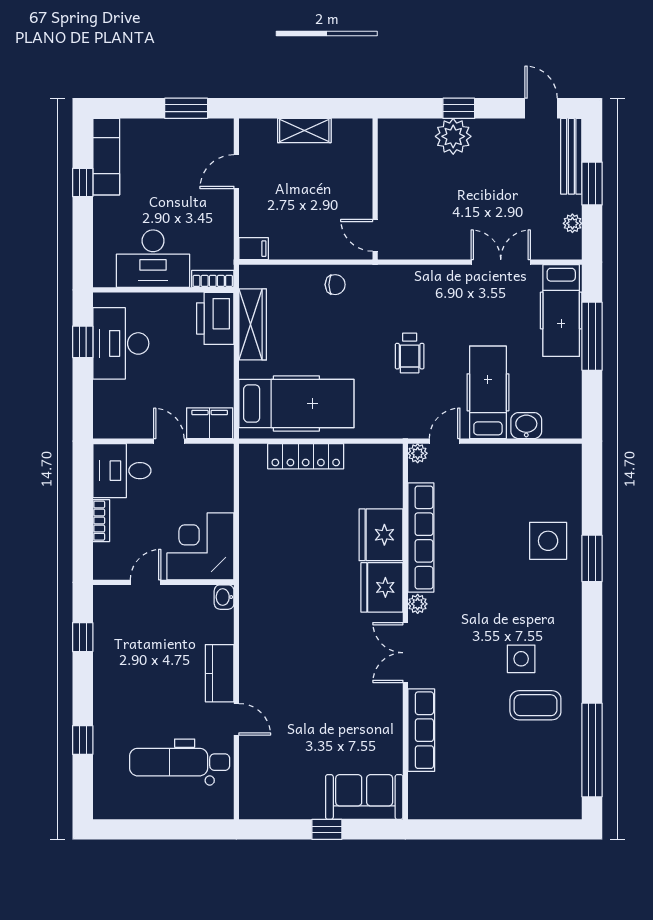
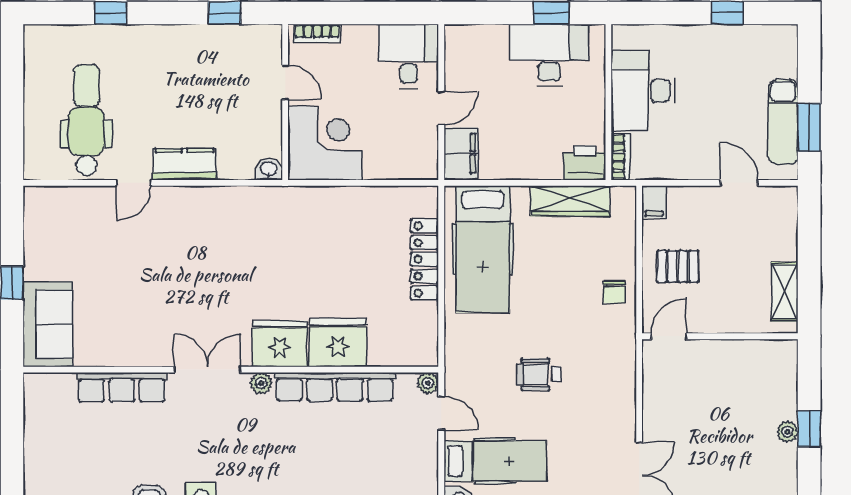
shelving: (304, 130) -> (785, 292), moved
plant: (453, 136) -> (787, 432), width x0.53, depth x0.53
exam couch: (106, 157) -> (783, 122), moved, turned 90
pallet: (312, 227) -> (678, 266), added
printer: (215, 318) -> (585, 163), width x0.73, depth x0.84
bookcase: (101, 521) -> (317, 33), moved

